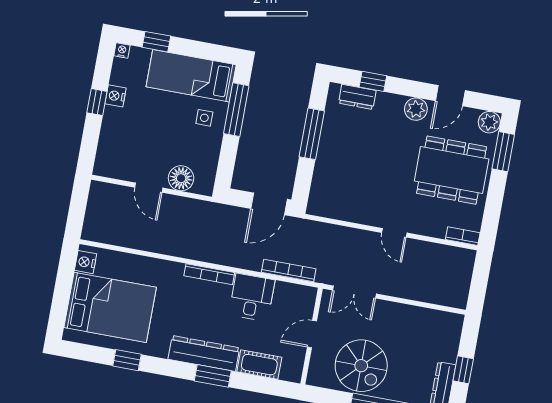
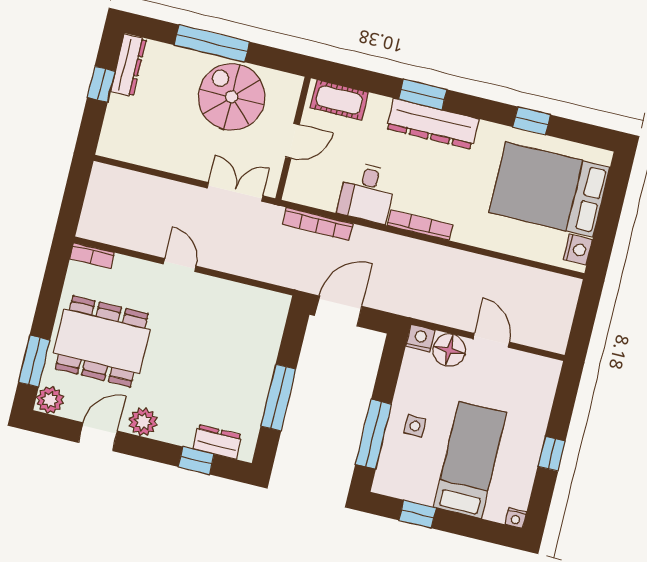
window: (156, 42) -> (418, 514), moved
bed: (191, 76) -> (470, 460), moved, turned -90
nightstand: (116, 96) -> (420, 338), moved, turned -90
cot: (259, 365) -> (339, 100), moved

